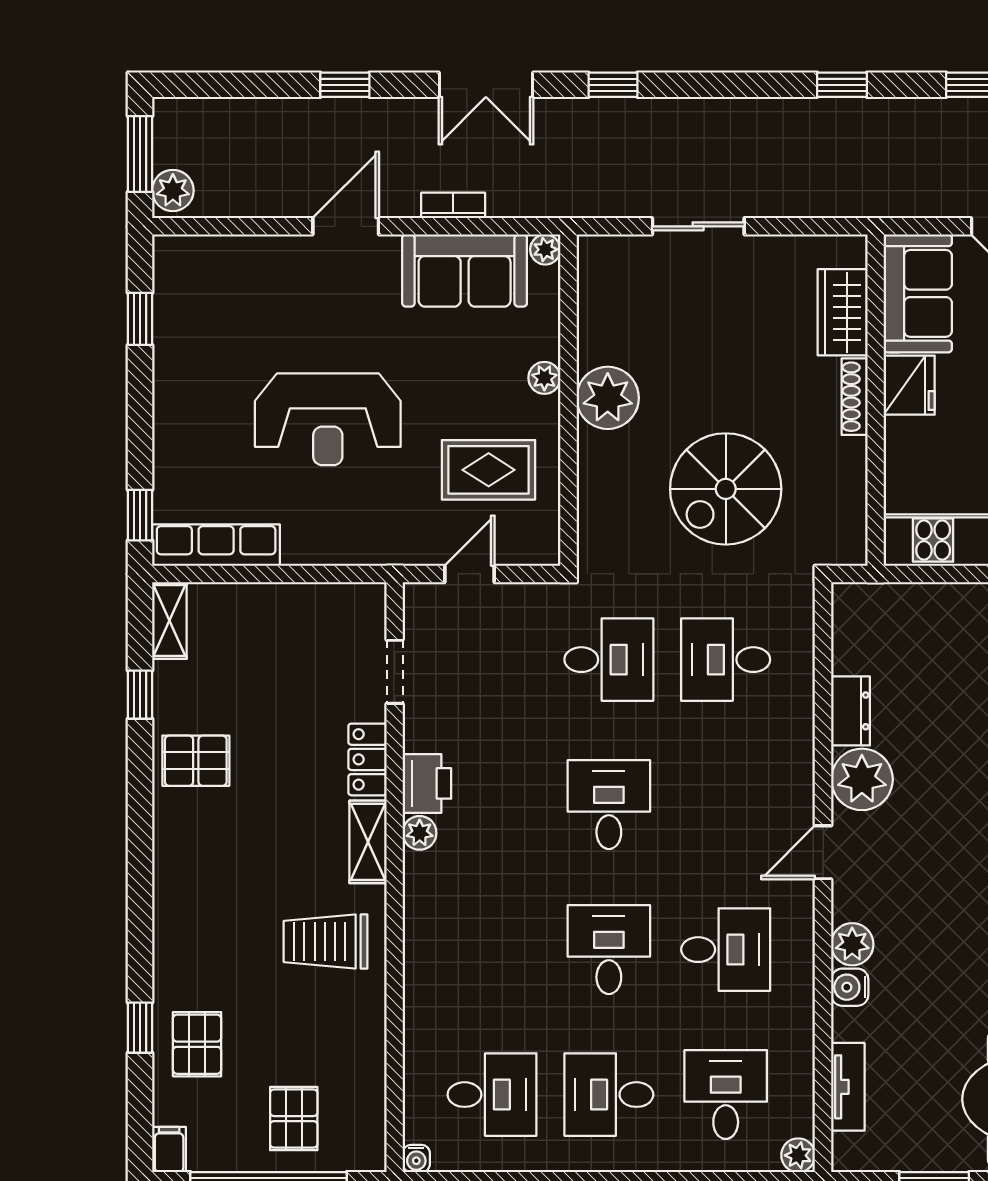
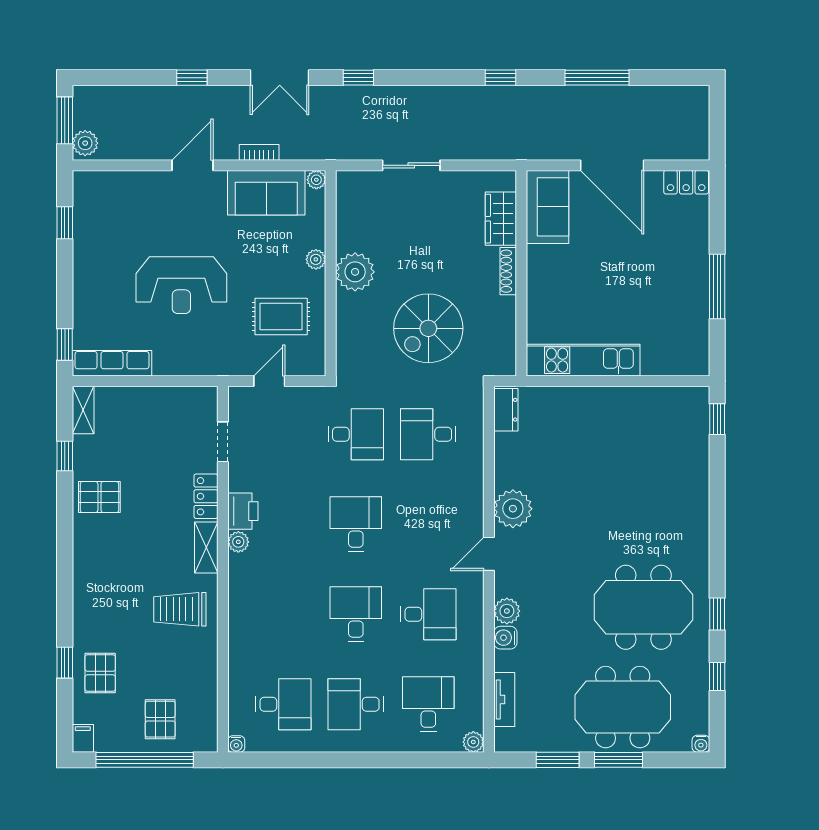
fridge: (909, 385) -> (542, 264), removed
dresser: (851, 711) -> (506, 410), moved

